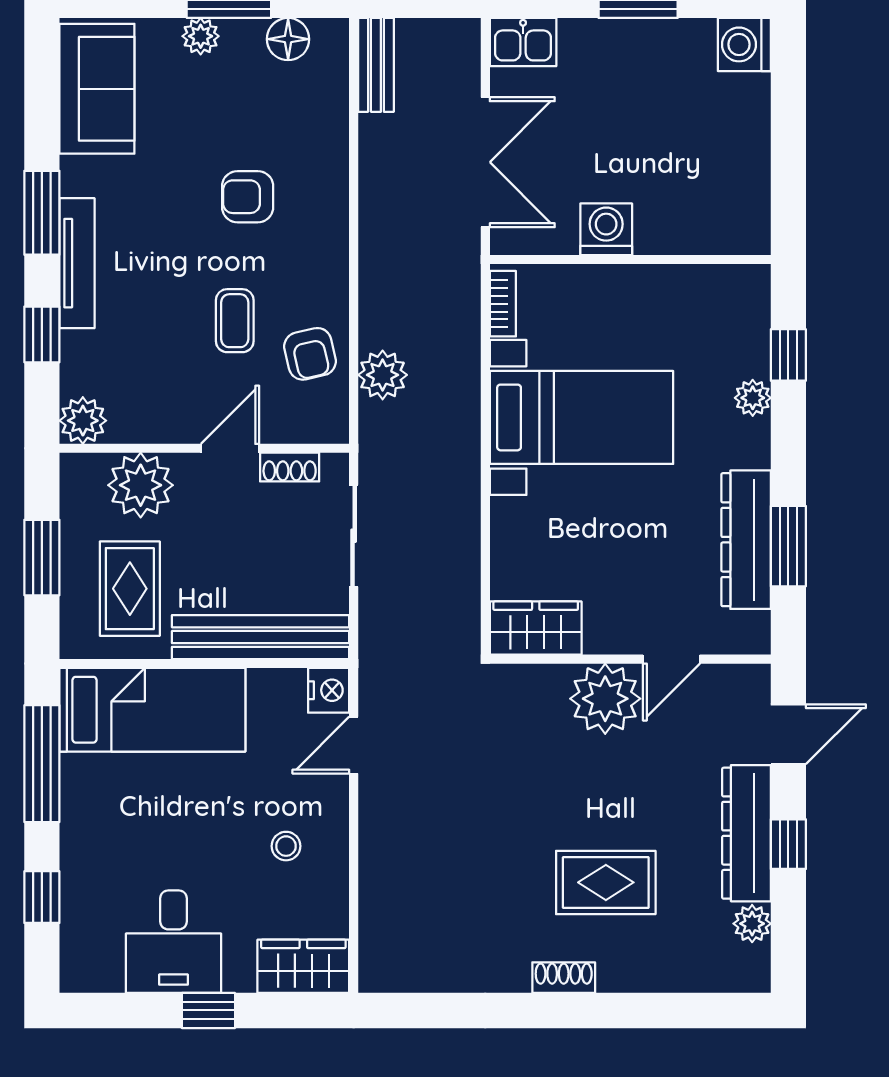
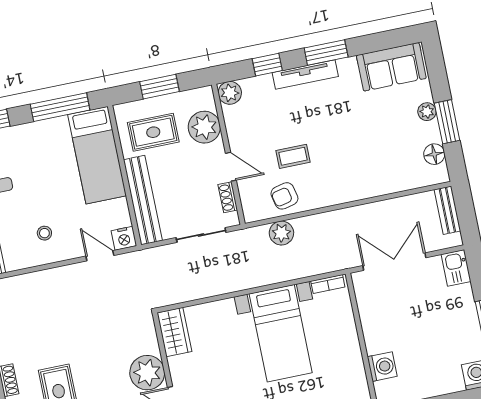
bench: (376, 65) -> (447, 210), moved, turned 90
double door: (485, 162) -> (394, 262), swing flipped
armchair: (248, 197) -> (354, 150), removed
washing machine: (606, 229) -> (382, 367), moved

